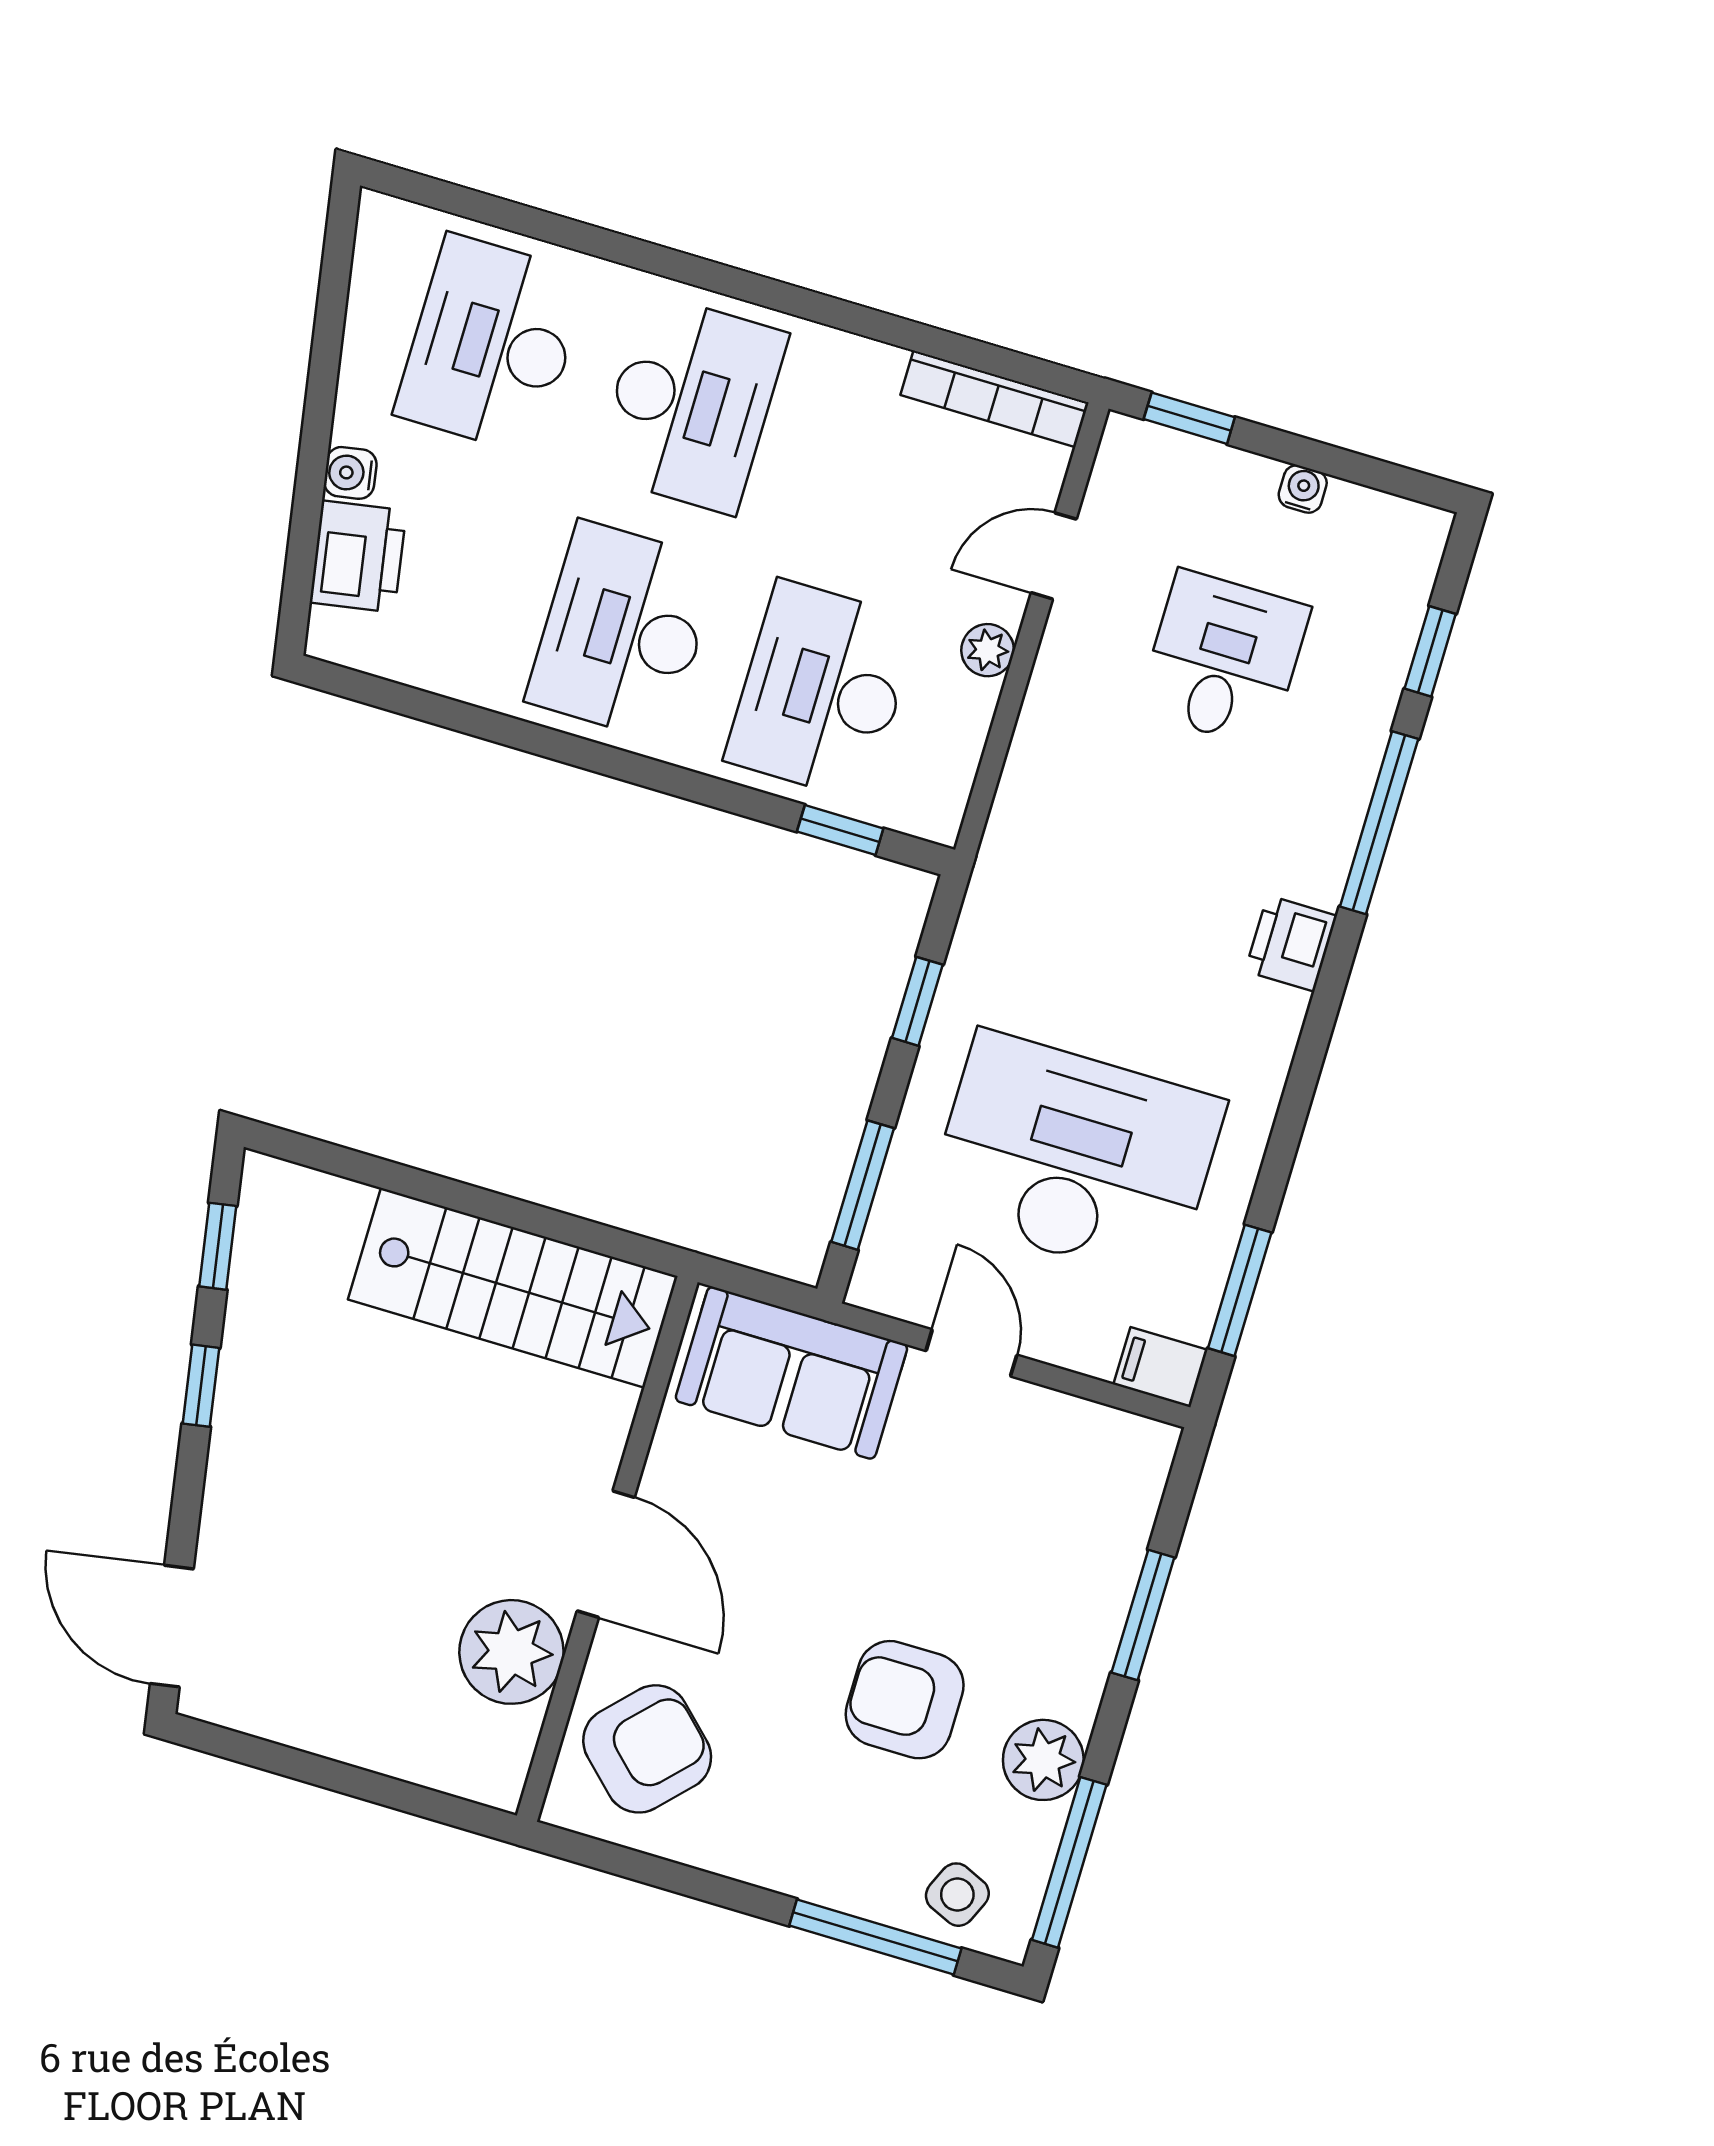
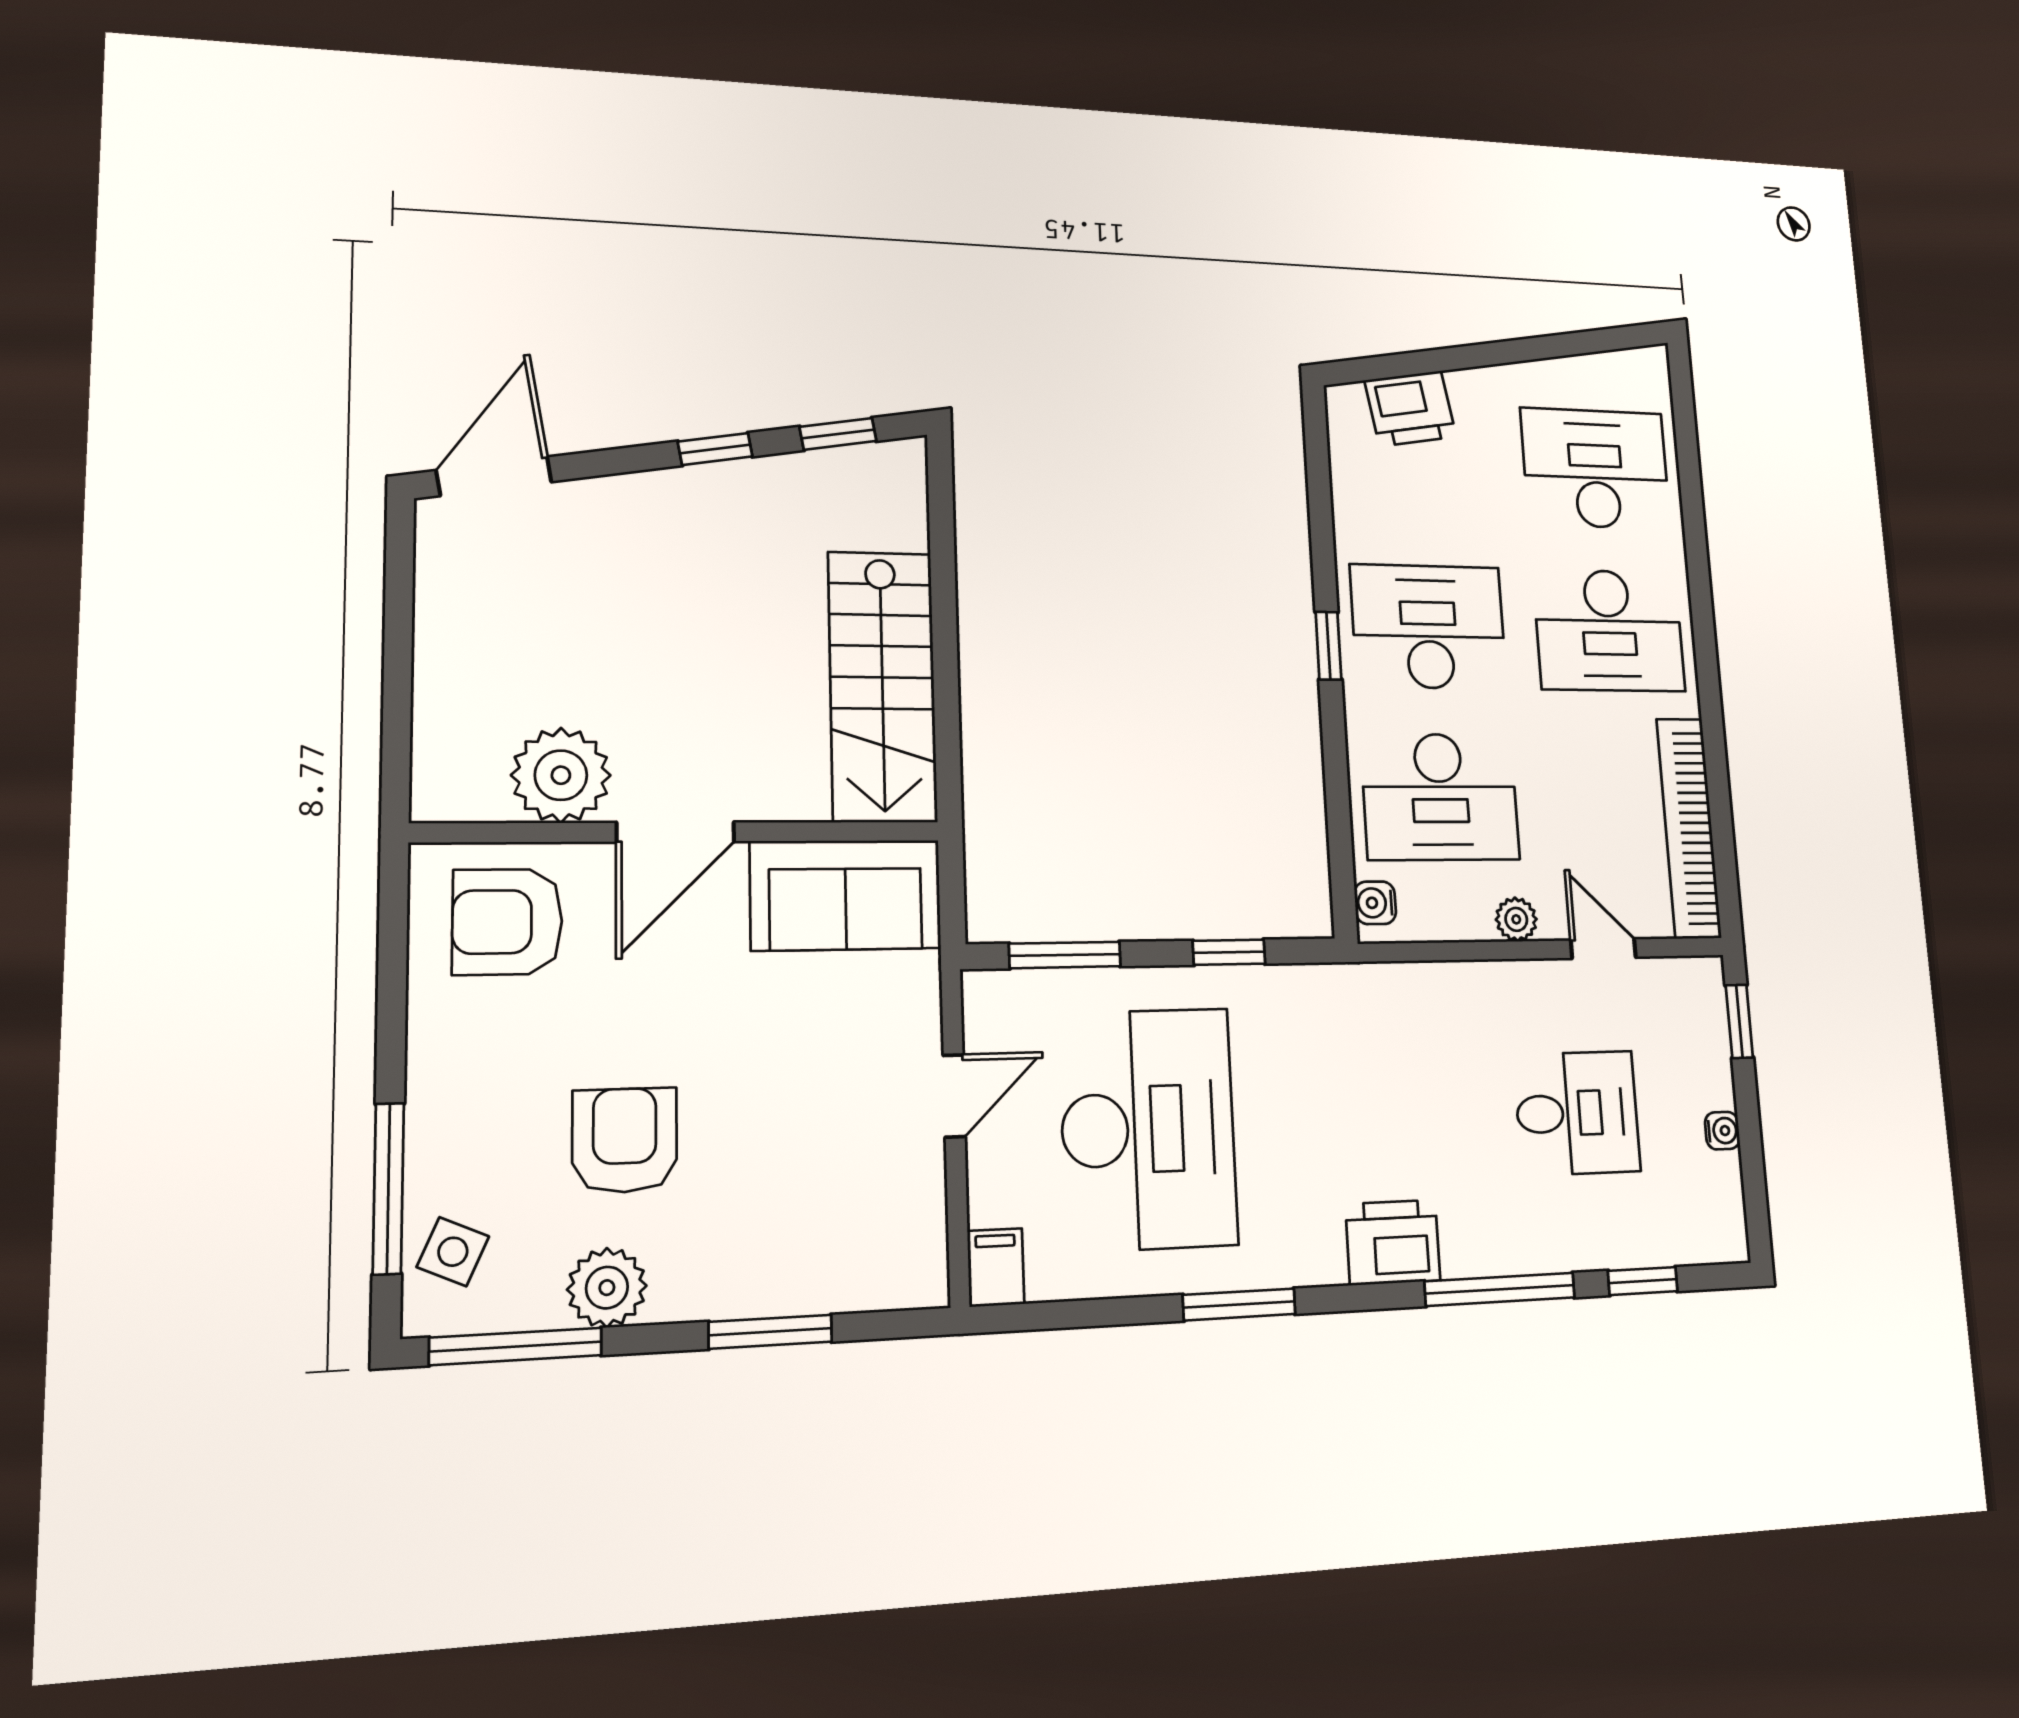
bookcase: (995, 399) -> (1689, 828), width x1.48, depth x1.31
water cooler: (350, 473) -> (1375, 903), moved, turned -80
desk: (822, 690) -> (1440, 797), turned 180
window: (840, 830) -> (1328, 646), moved
printer: (1291, 943) -> (1393, 1242), width x1.36, depth x1.24
window: (1240, 1290) -> (1239, 1304), moved
sofa: (791, 1373) -> (846, 895), moved, turned -90
armchair: (647, 1749) -> (507, 922), turned 136

